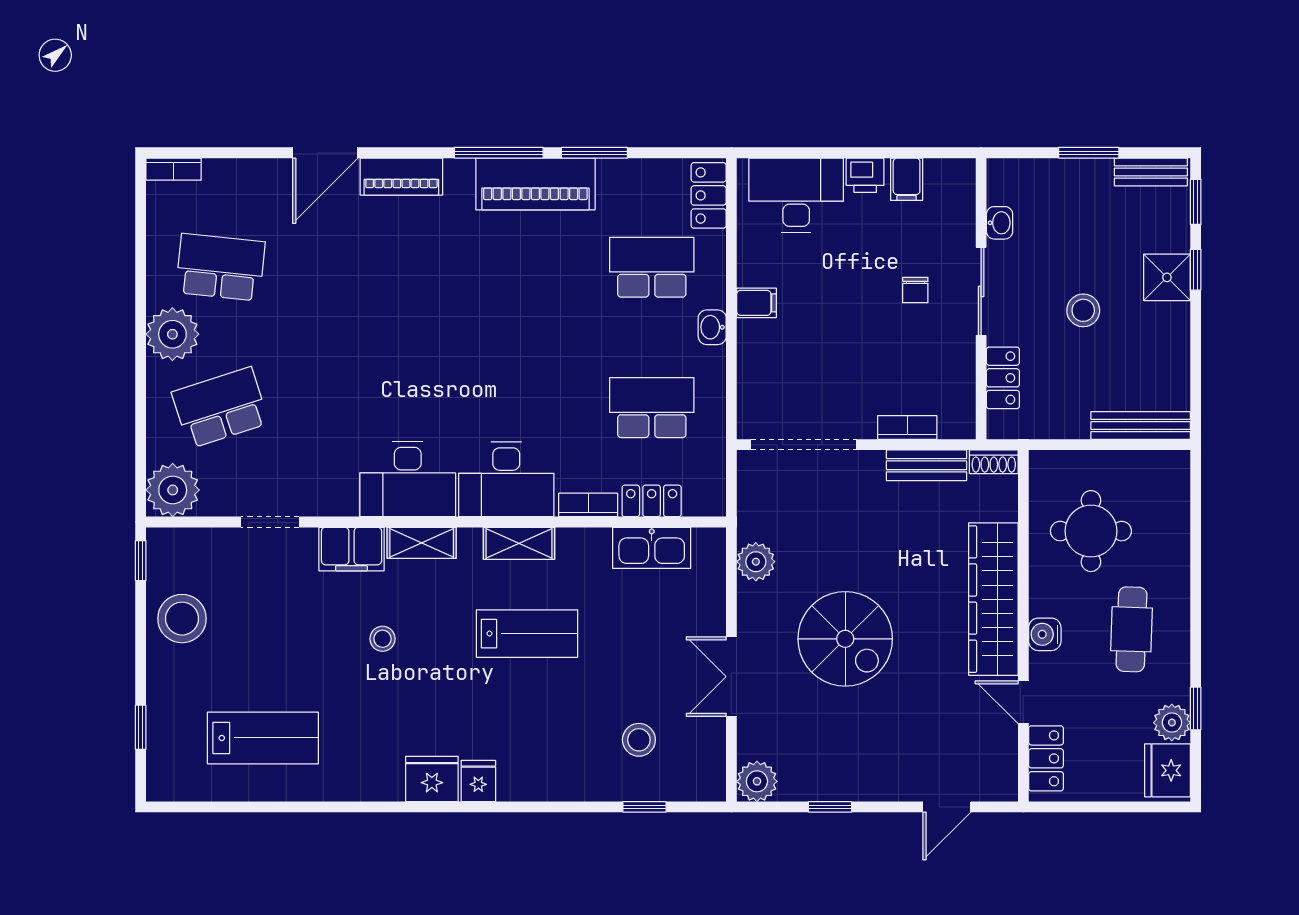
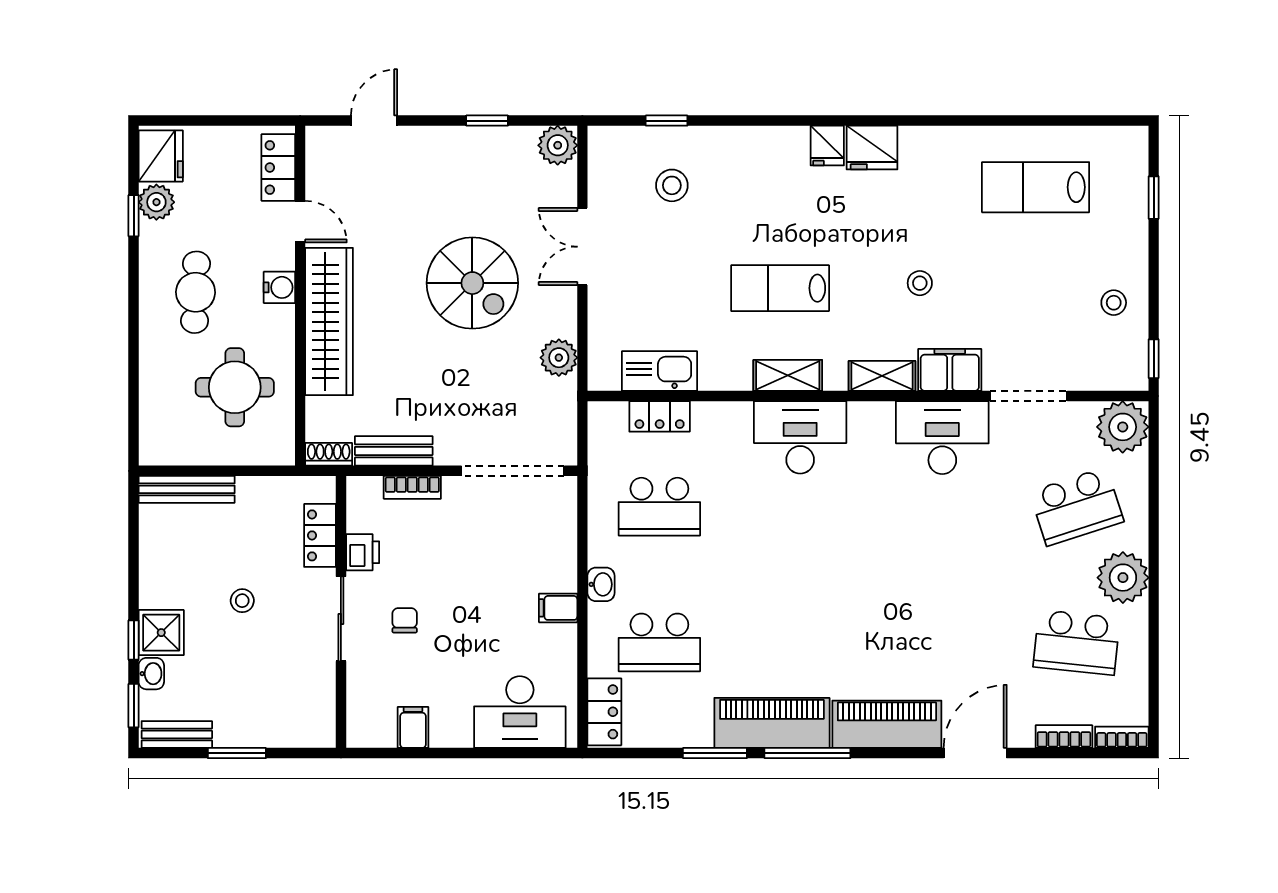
printer: (865, 175) -> (363, 552), moved, turned 90
piano: (401, 177) -> (887, 724), width x1.37, depth x1.33
washbasin: (1000, 223) -> (151, 674), moved, turned 180
stool: (1083, 310) -> (242, 601), width x0.73, depth x0.73
desk: (408, 479) -> (942, 438), moved
bookcase: (588, 505) -> (1064, 737), moved, turned 180
doorway: (270, 522) -> (1029, 396), width x1.38
stool: (182, 619) -> (1114, 303), width x0.53, depth x0.53
spiral stairs: (845, 639) -> (472, 283), turned 180
double door: (731, 677) -> (582, 247), swing flipped

